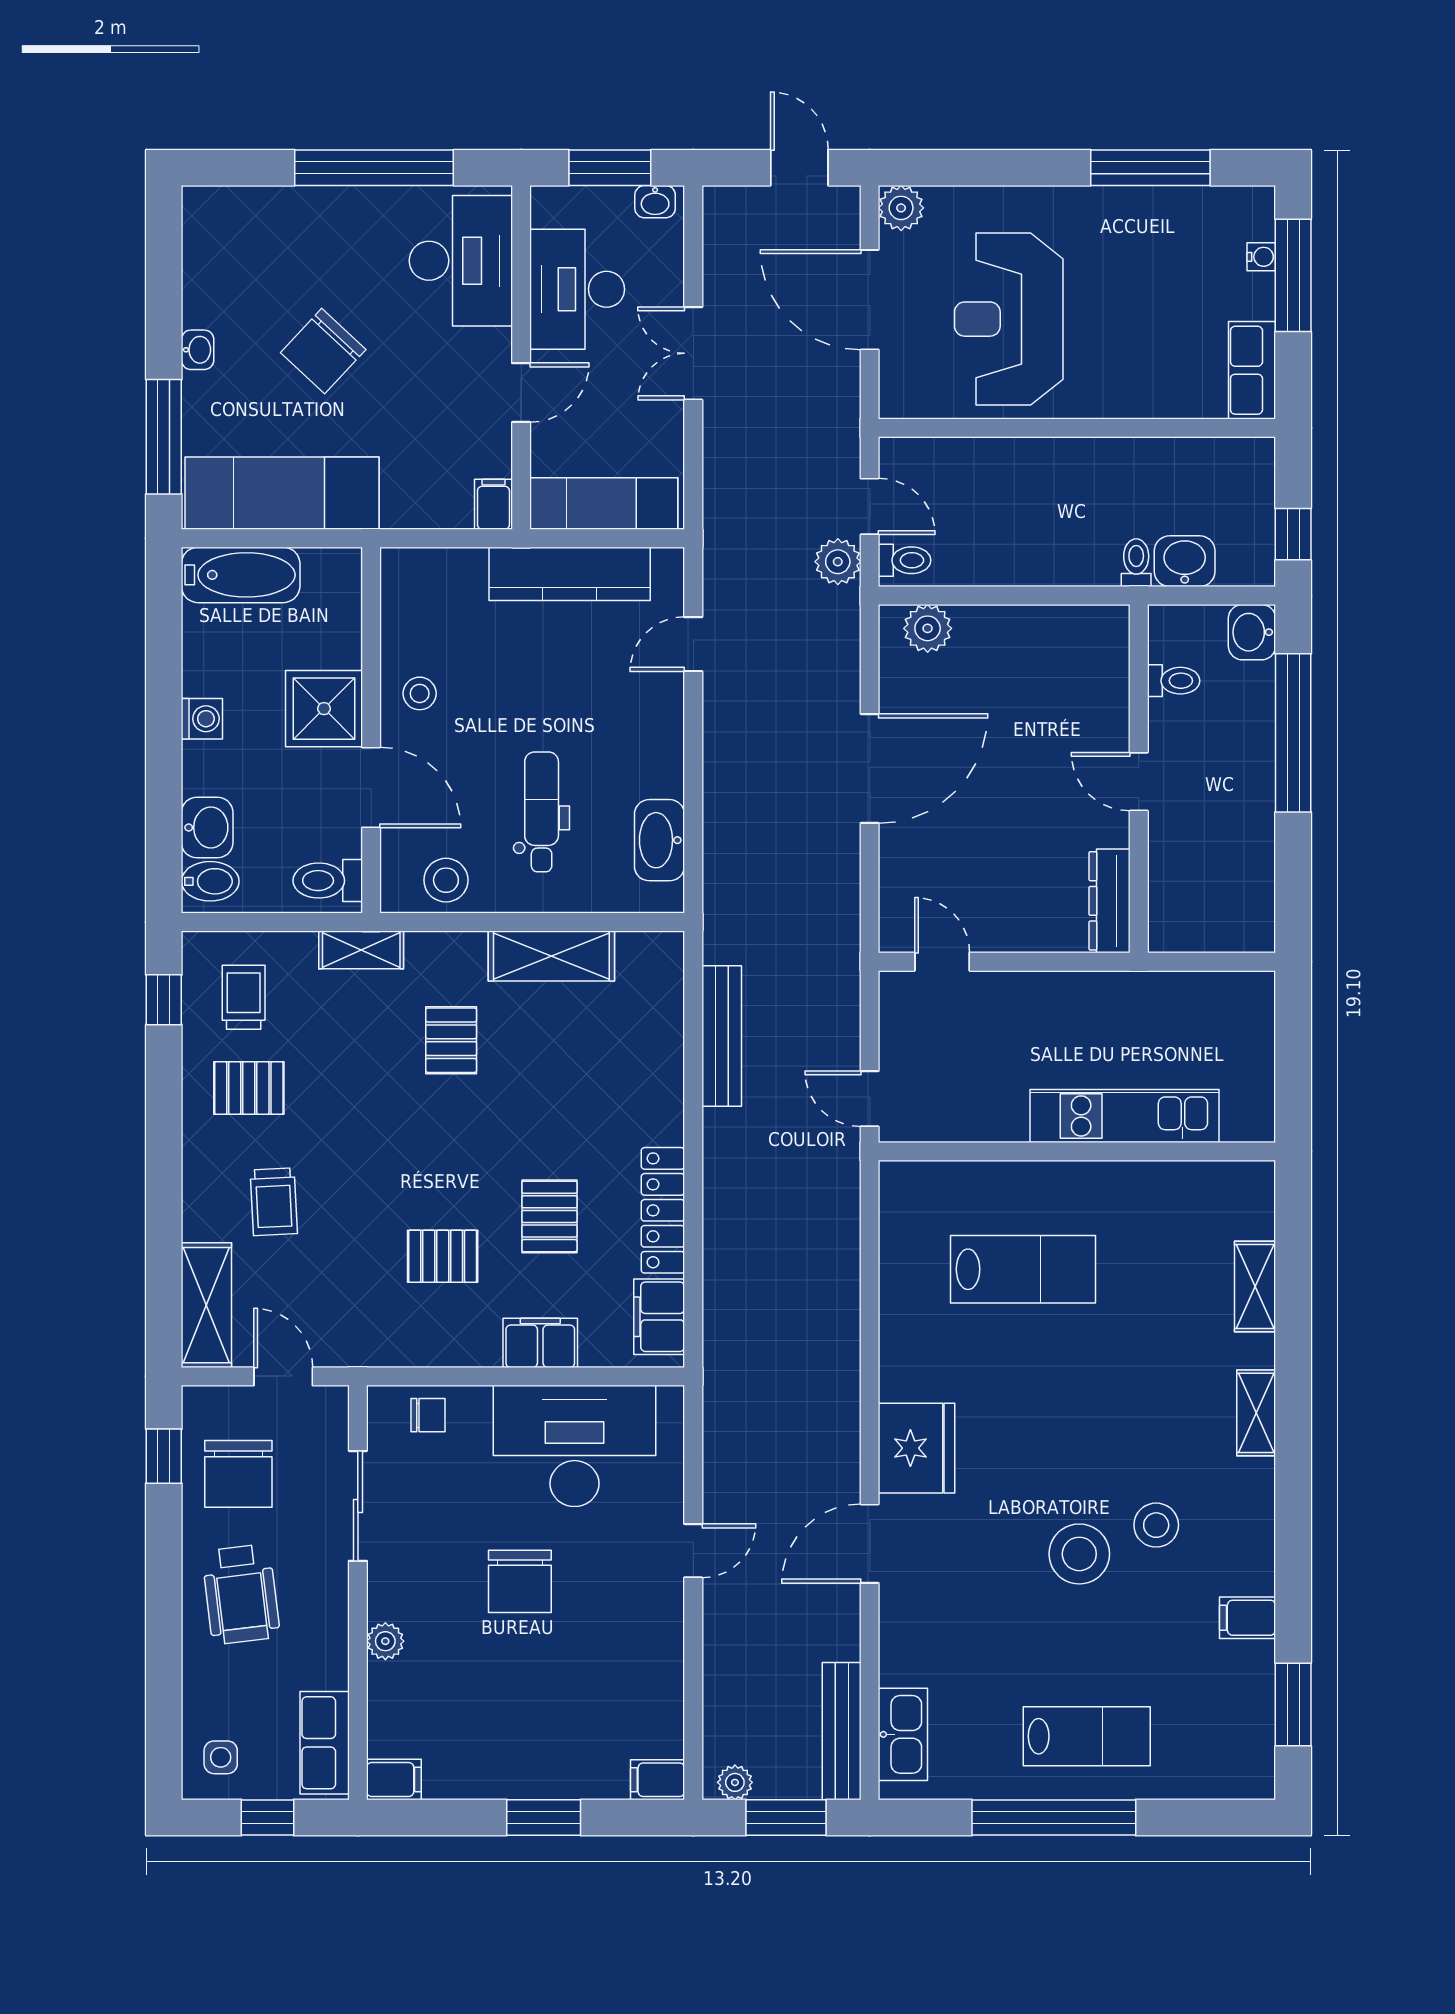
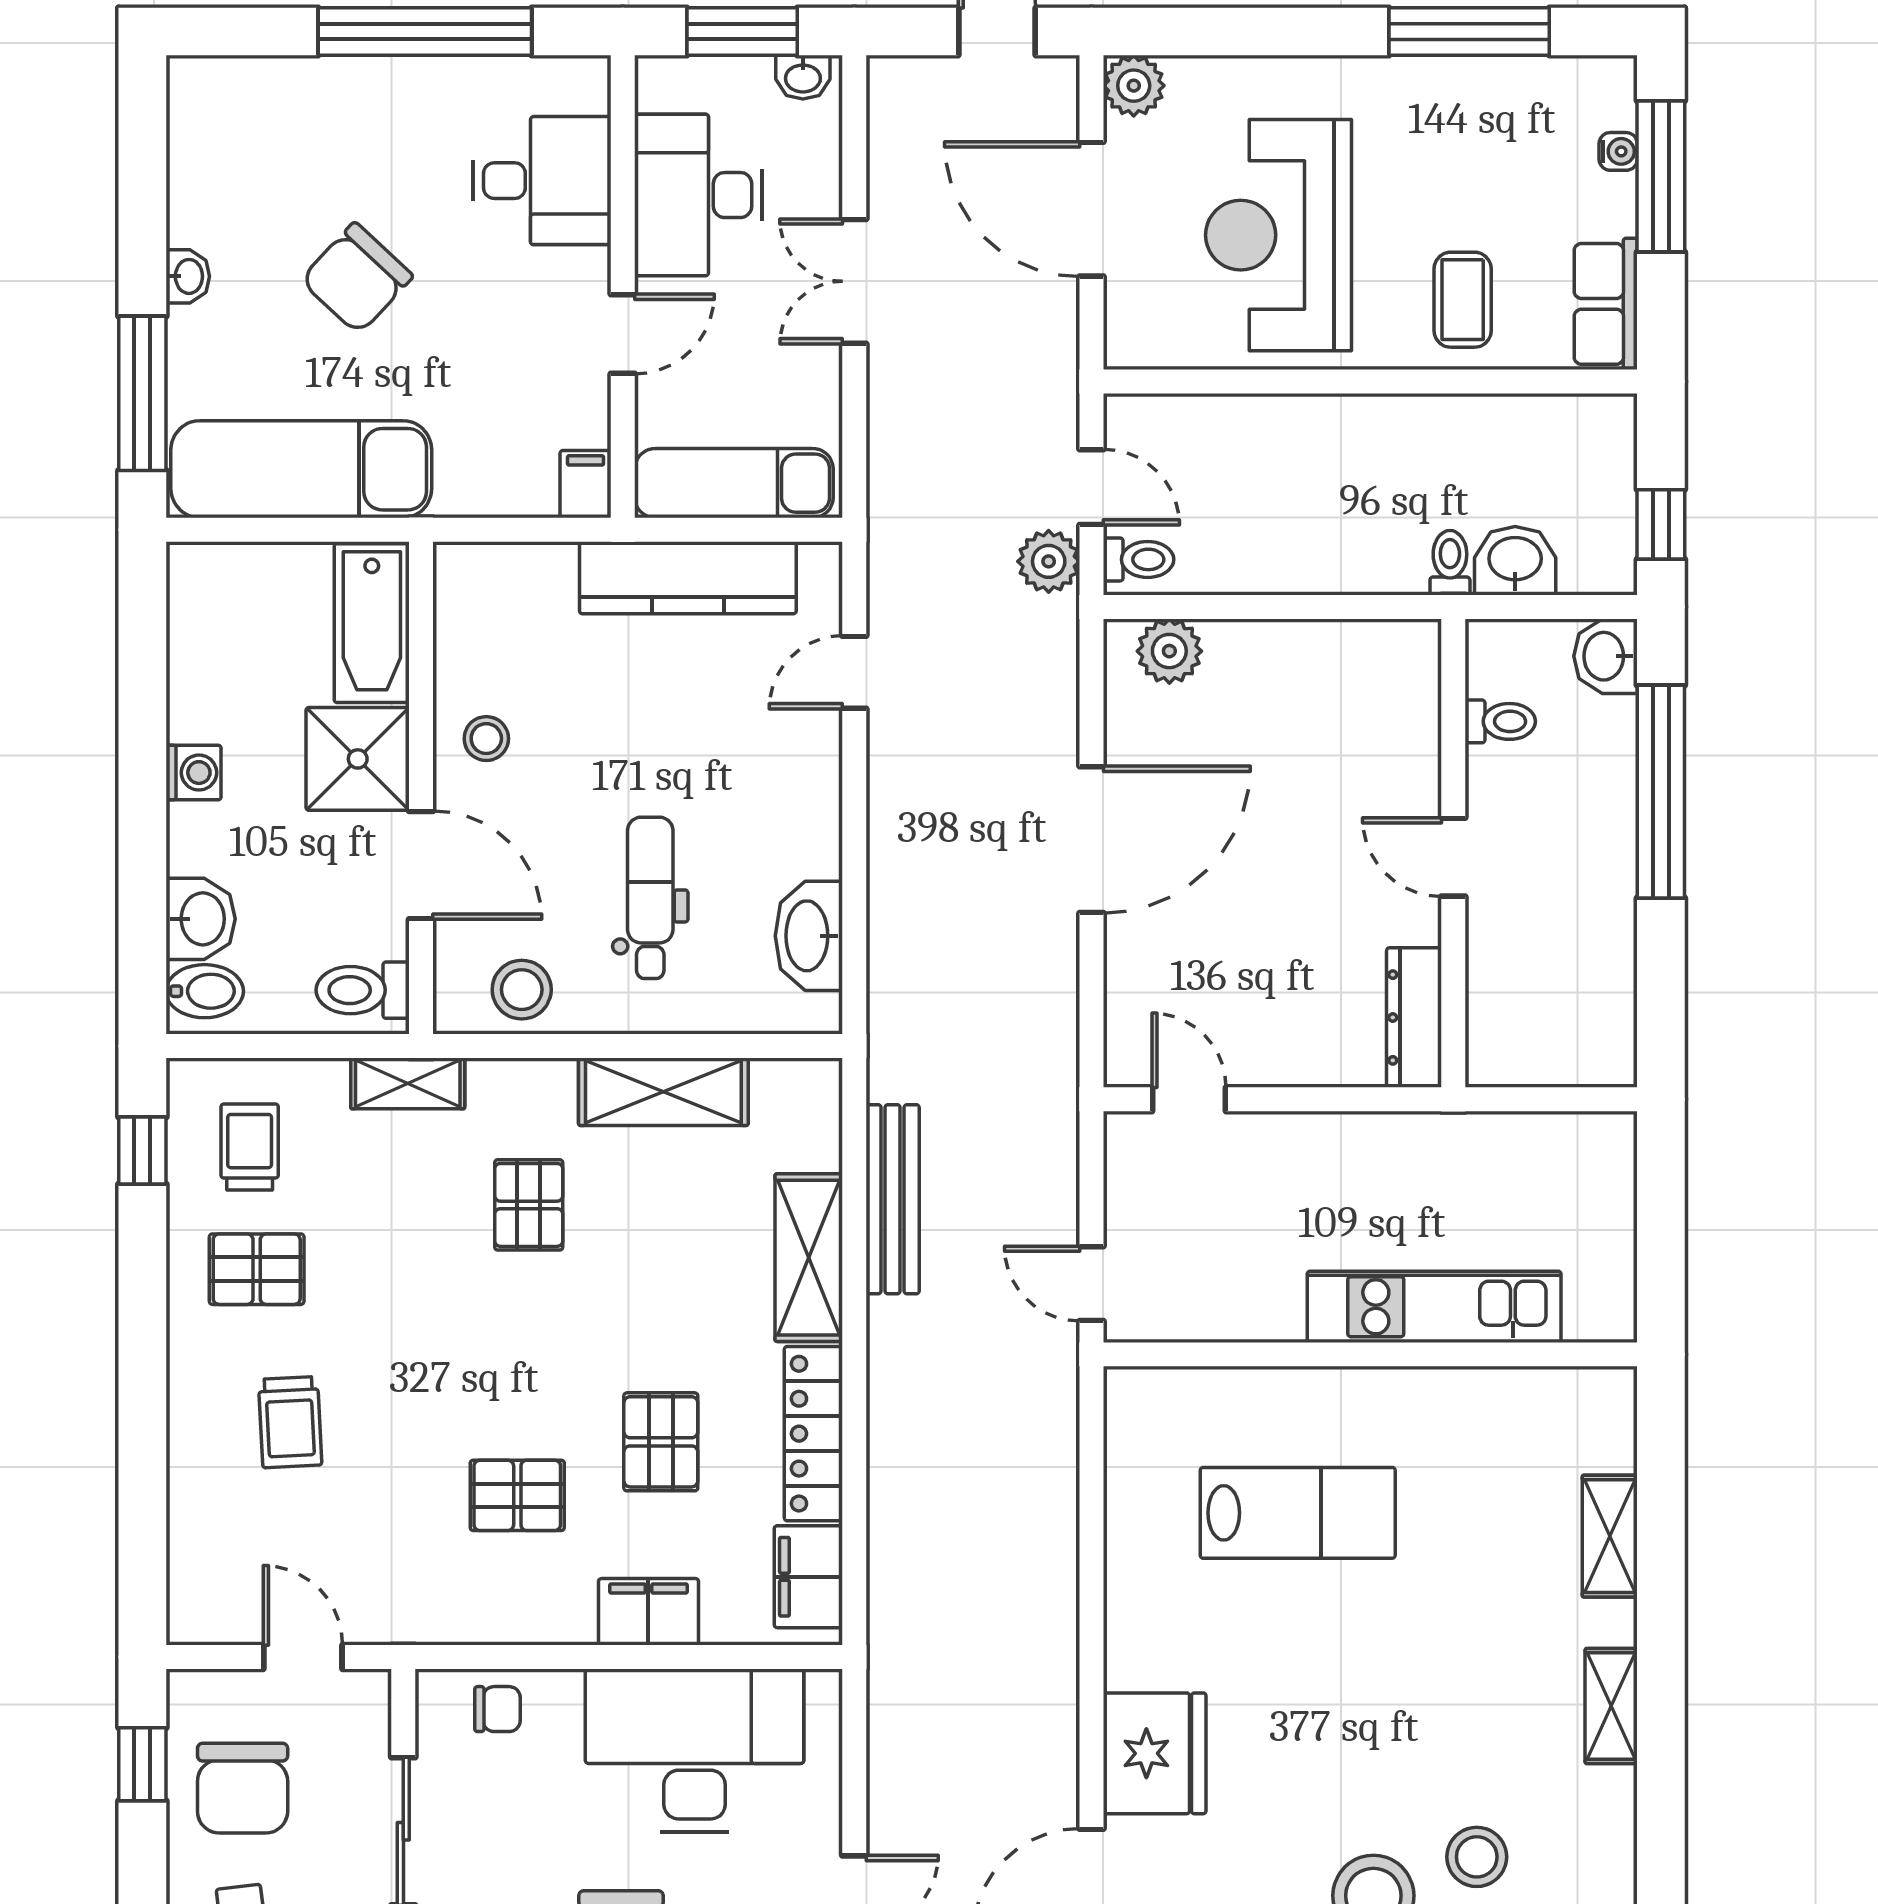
desk: (461, 261) -> (542, 181), width x0.73
coffee table: (1146, 367) -> (1463, 300), added
bathtub: (241, 575) -> (372, 623), moved, turned 90
shelving: (206, 1305) -> (809, 1258), moved

